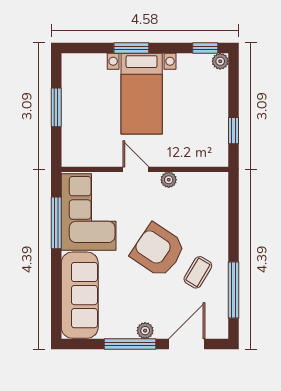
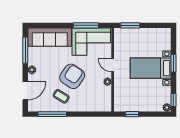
window: (56, 107) -> (130, 25), moved
door: (136, 169) -> (113, 65), swing flipped
window: (130, 344) -> (25, 50), moved
door: (187, 344) -> (25, 91), hinge flipped

